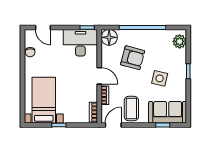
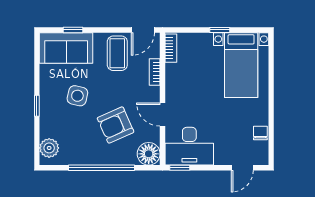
door: (43, 27) -> (242, 168), swing flipped
armchair: (133, 58) -> (116, 125), turned -39
door: (99, 76) -> (163, 115), moved

